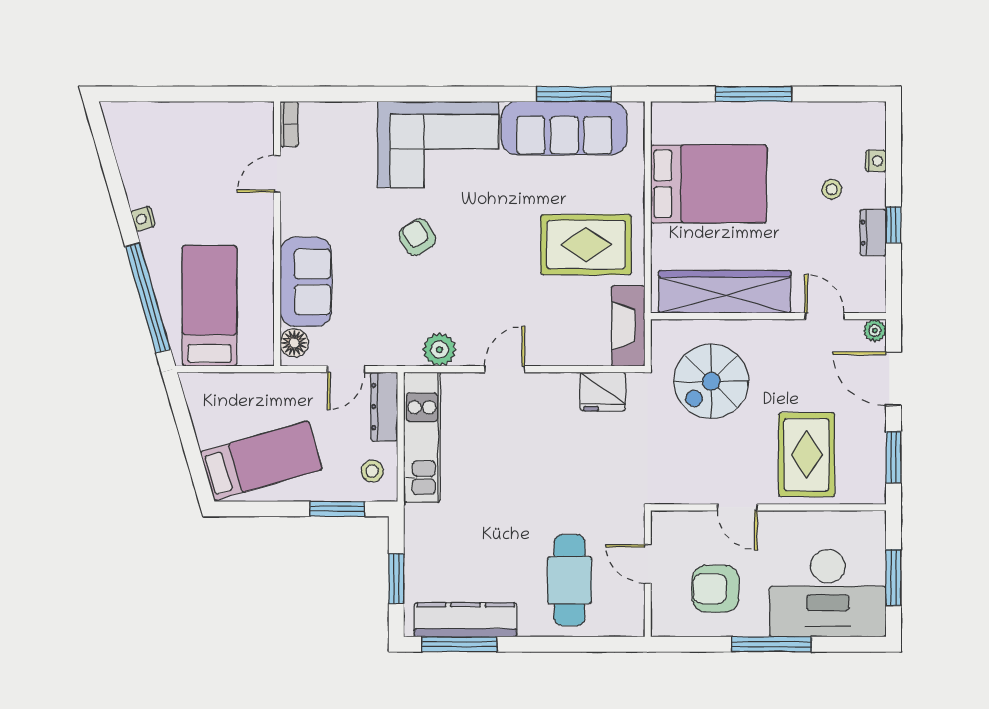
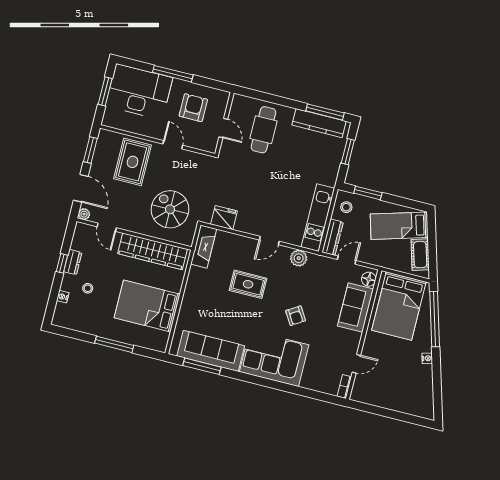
rug: (586, 245) -> (248, 284), moved, width x0.73, depth x0.70
bed: (209, 306) -> (399, 306), width x1.50
spiral stairs: (711, 381) -> (170, 209), turned -90
cot: (207, 415) -> (420, 255), added
armchair: (716, 589) -> (193, 108), turned -90

